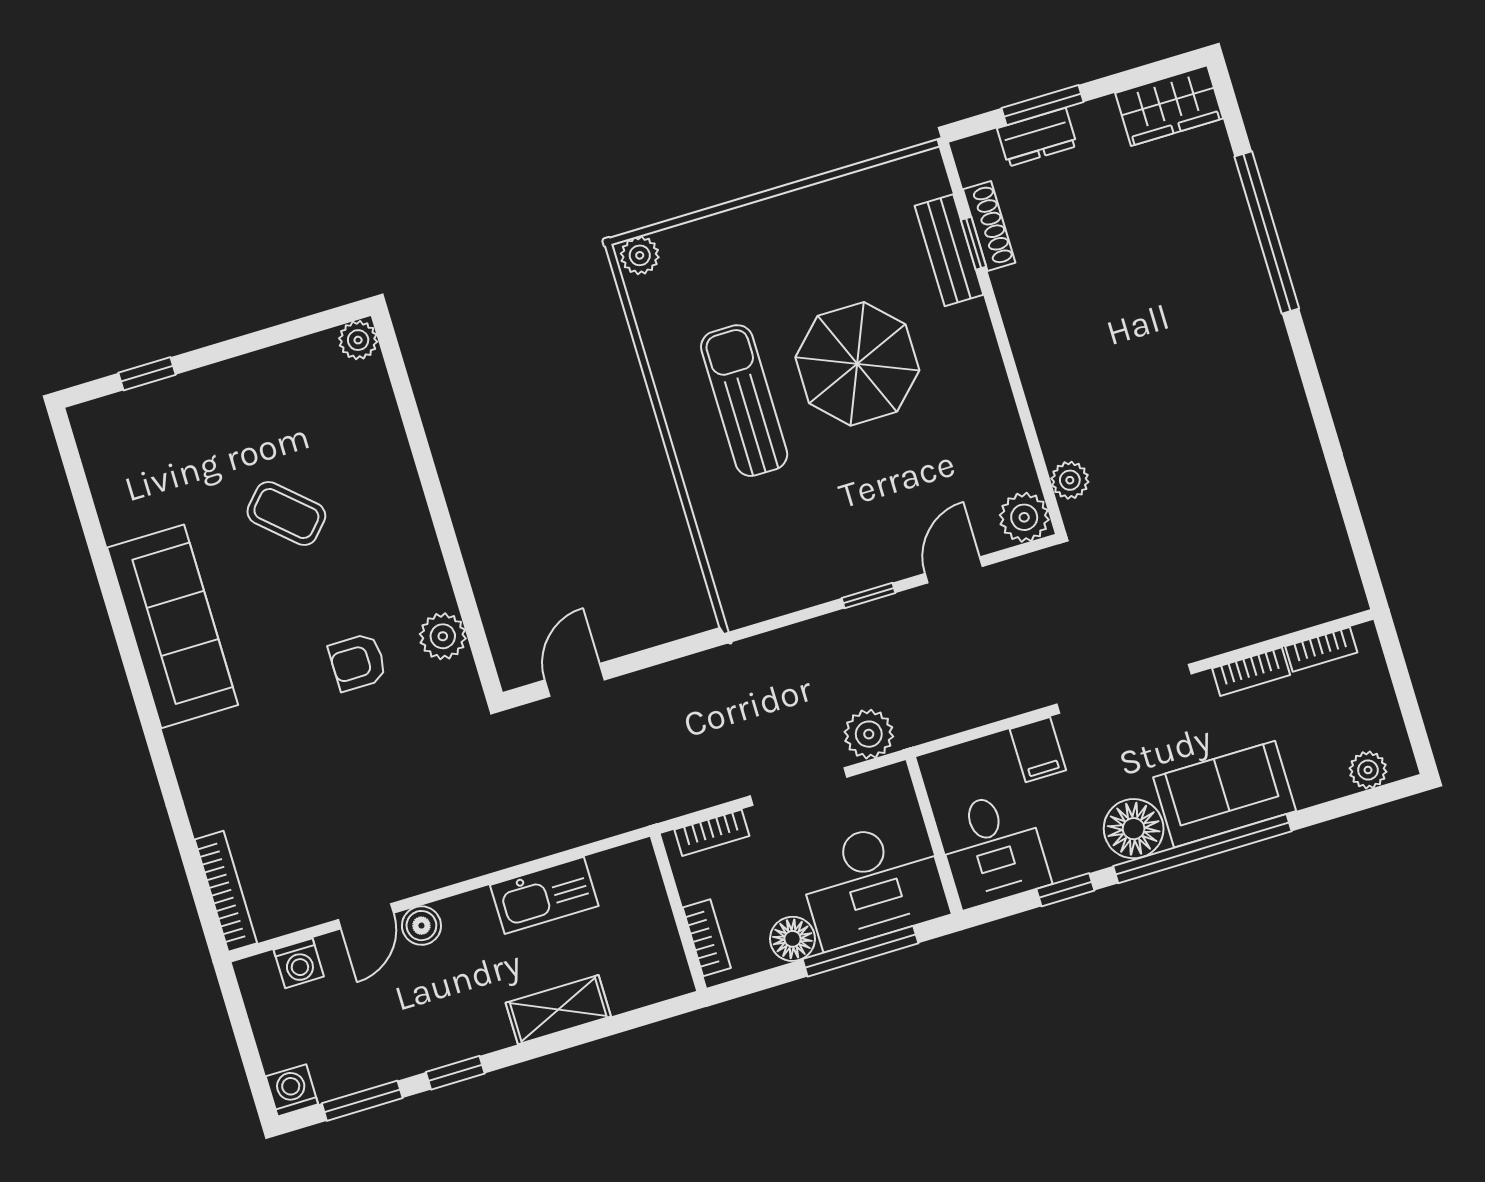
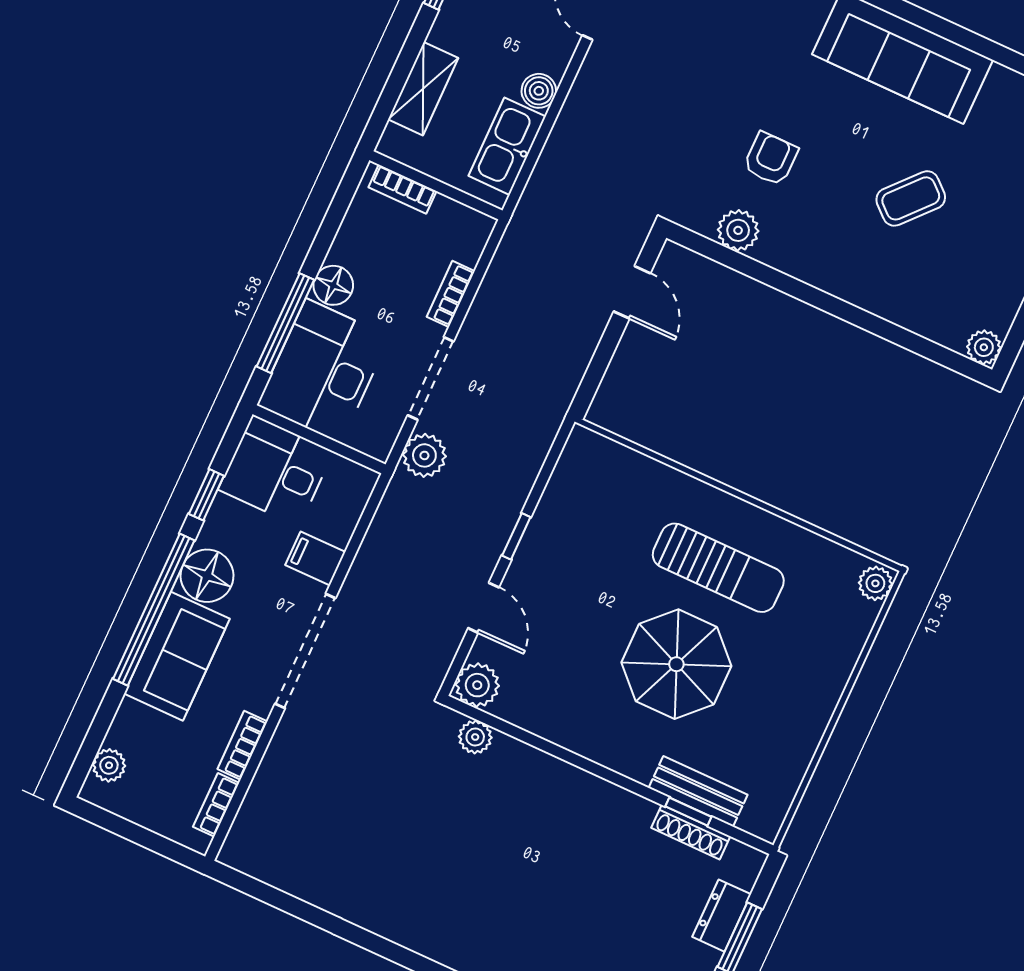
wall: (678, 912) -> (436, 185), moved
boiler: (421, 926) -> (539, 91), moved
bookcase: (707, 938) -> (402, 189), moved

